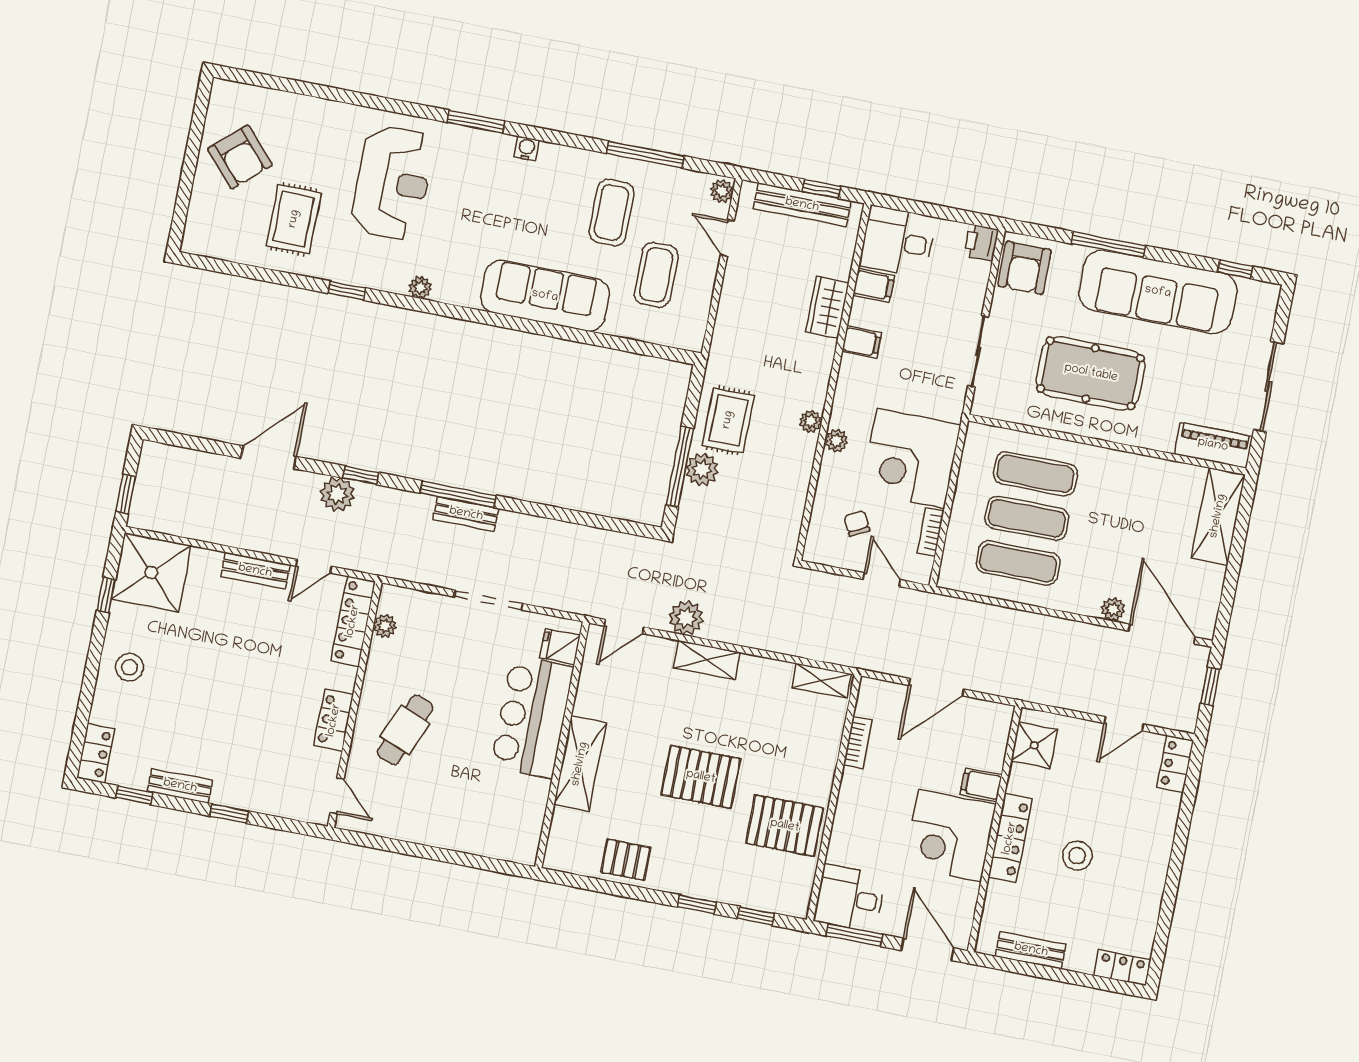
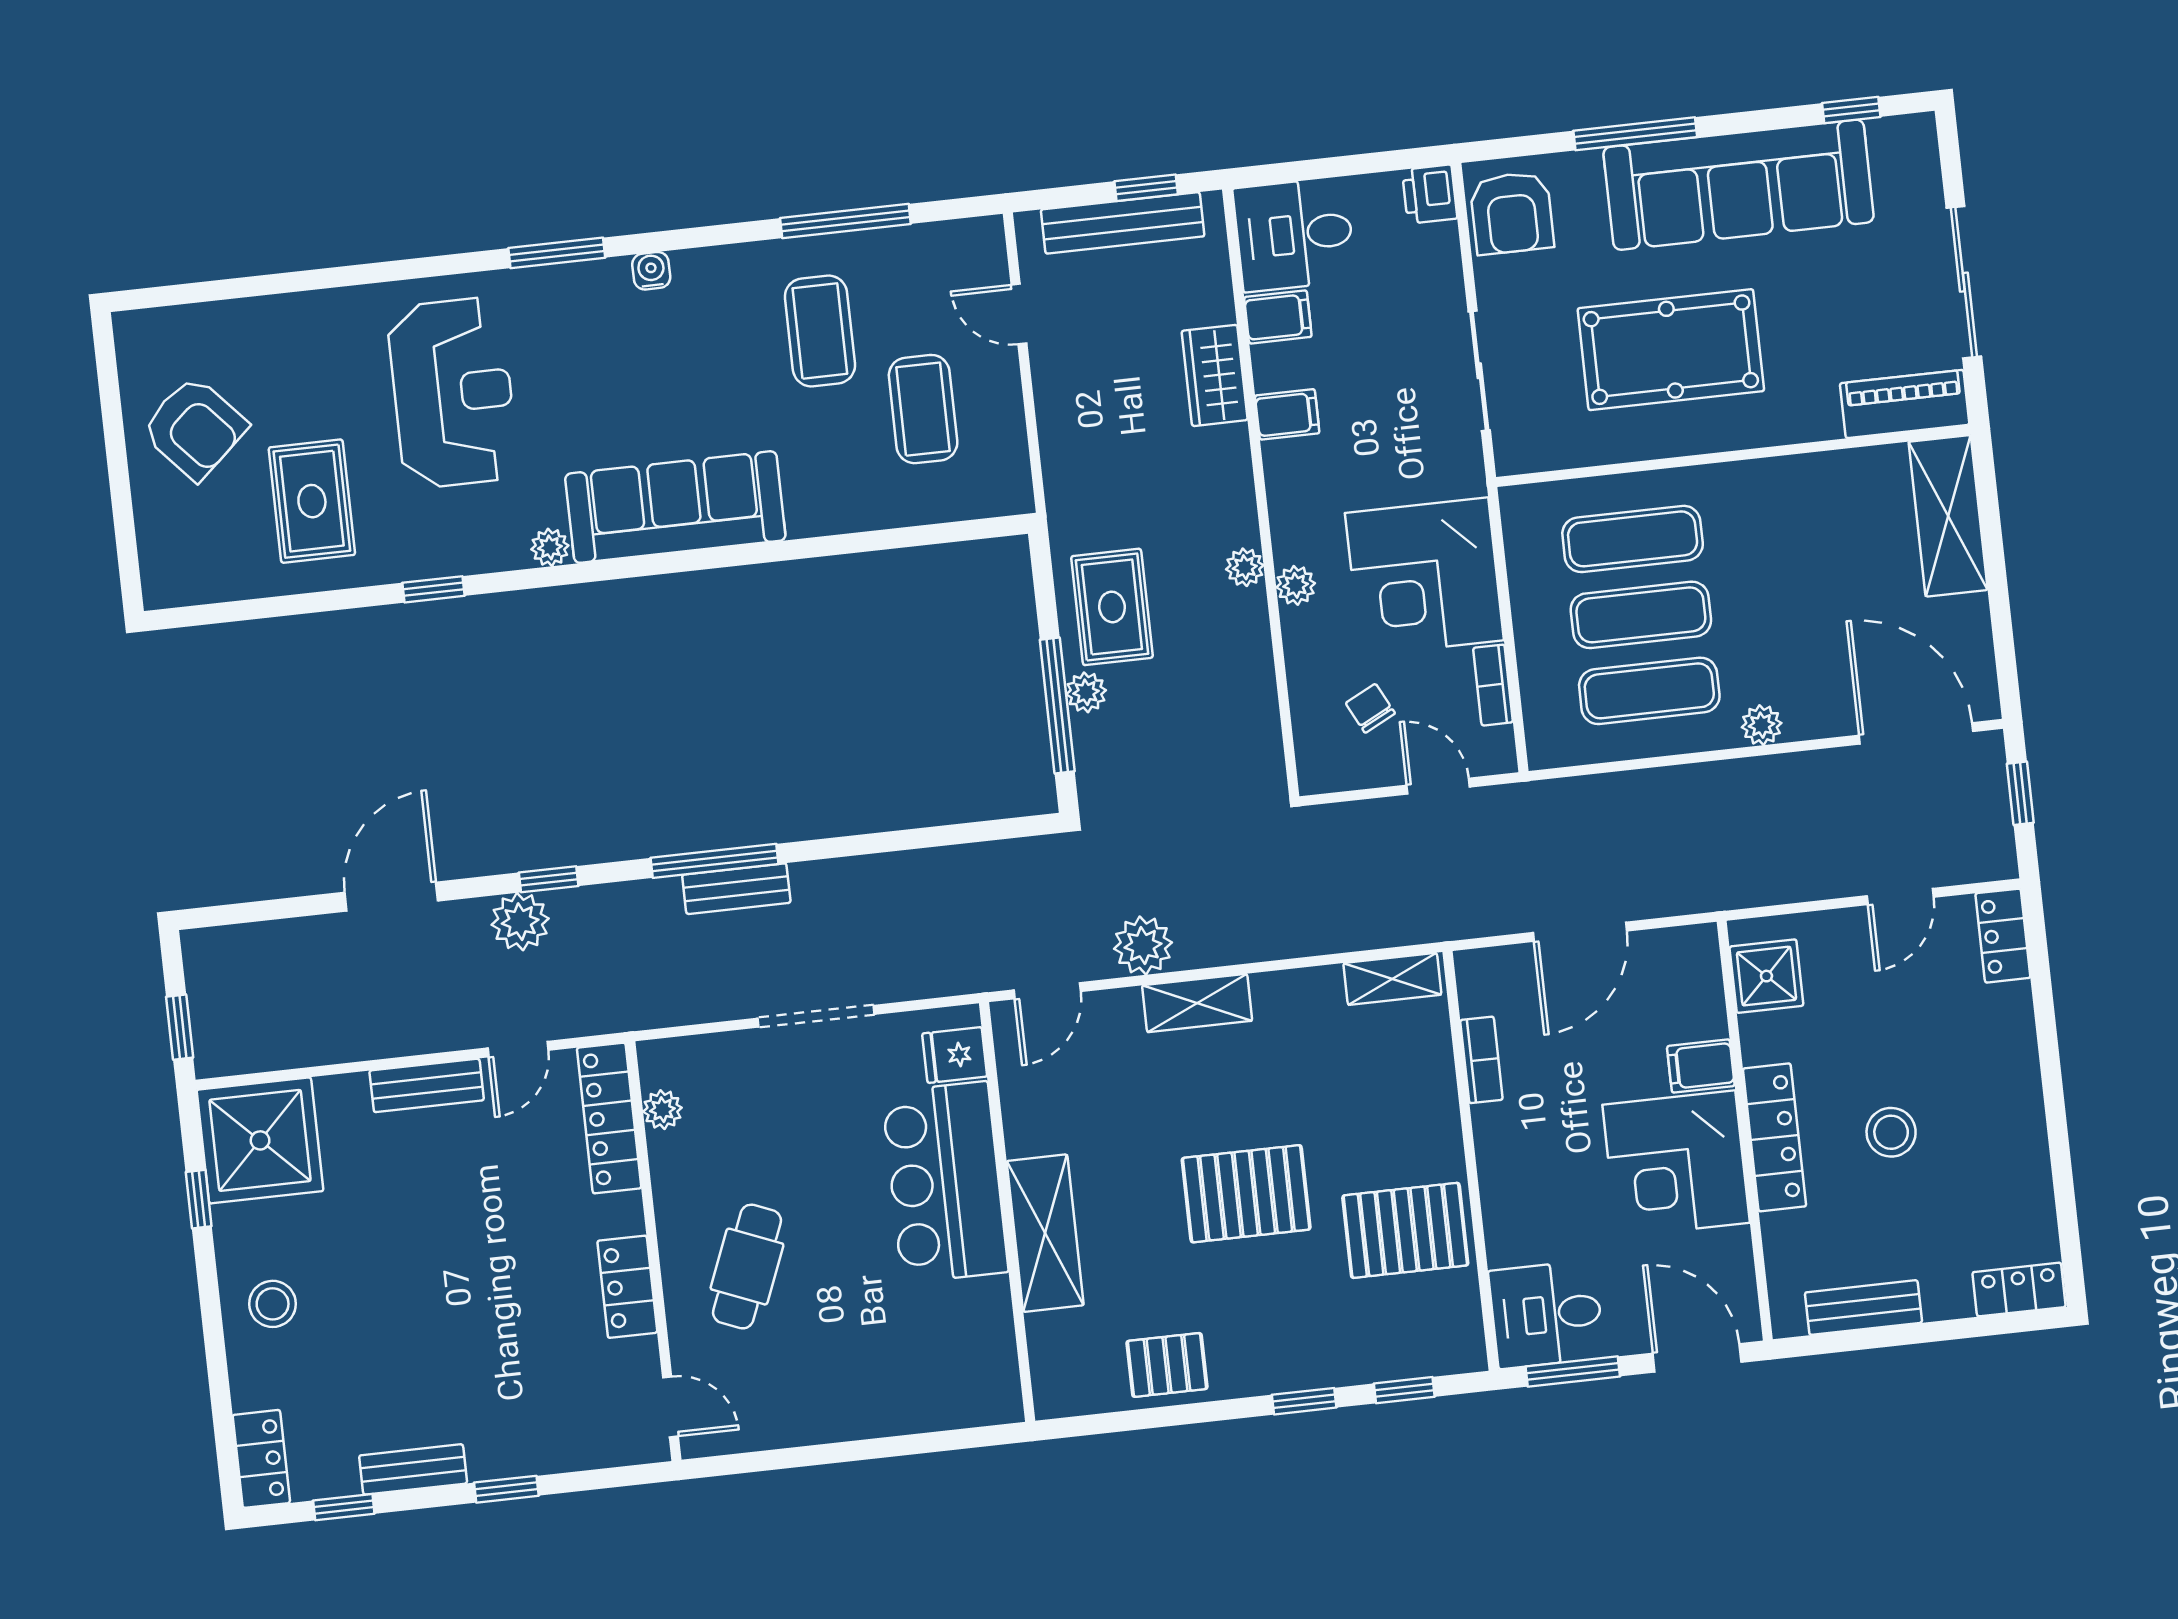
plant: (722, 191) -> (986, 241), removed
sofa: (545, 296) -> (675, 507), moved
plant: (702, 469) -> (1086, 692), width x0.73, depth x0.73
plant: (1113, 609) -> (1762, 725), moved

